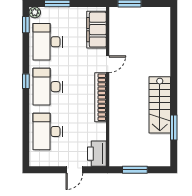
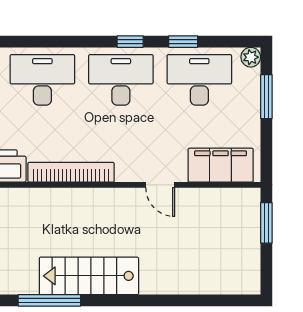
window: (26, 25) -> (183, 42), moved
bookcase: (100, 97) -> (71, 172), moved
window: (174, 127) -> (49, 300), width x1.44

